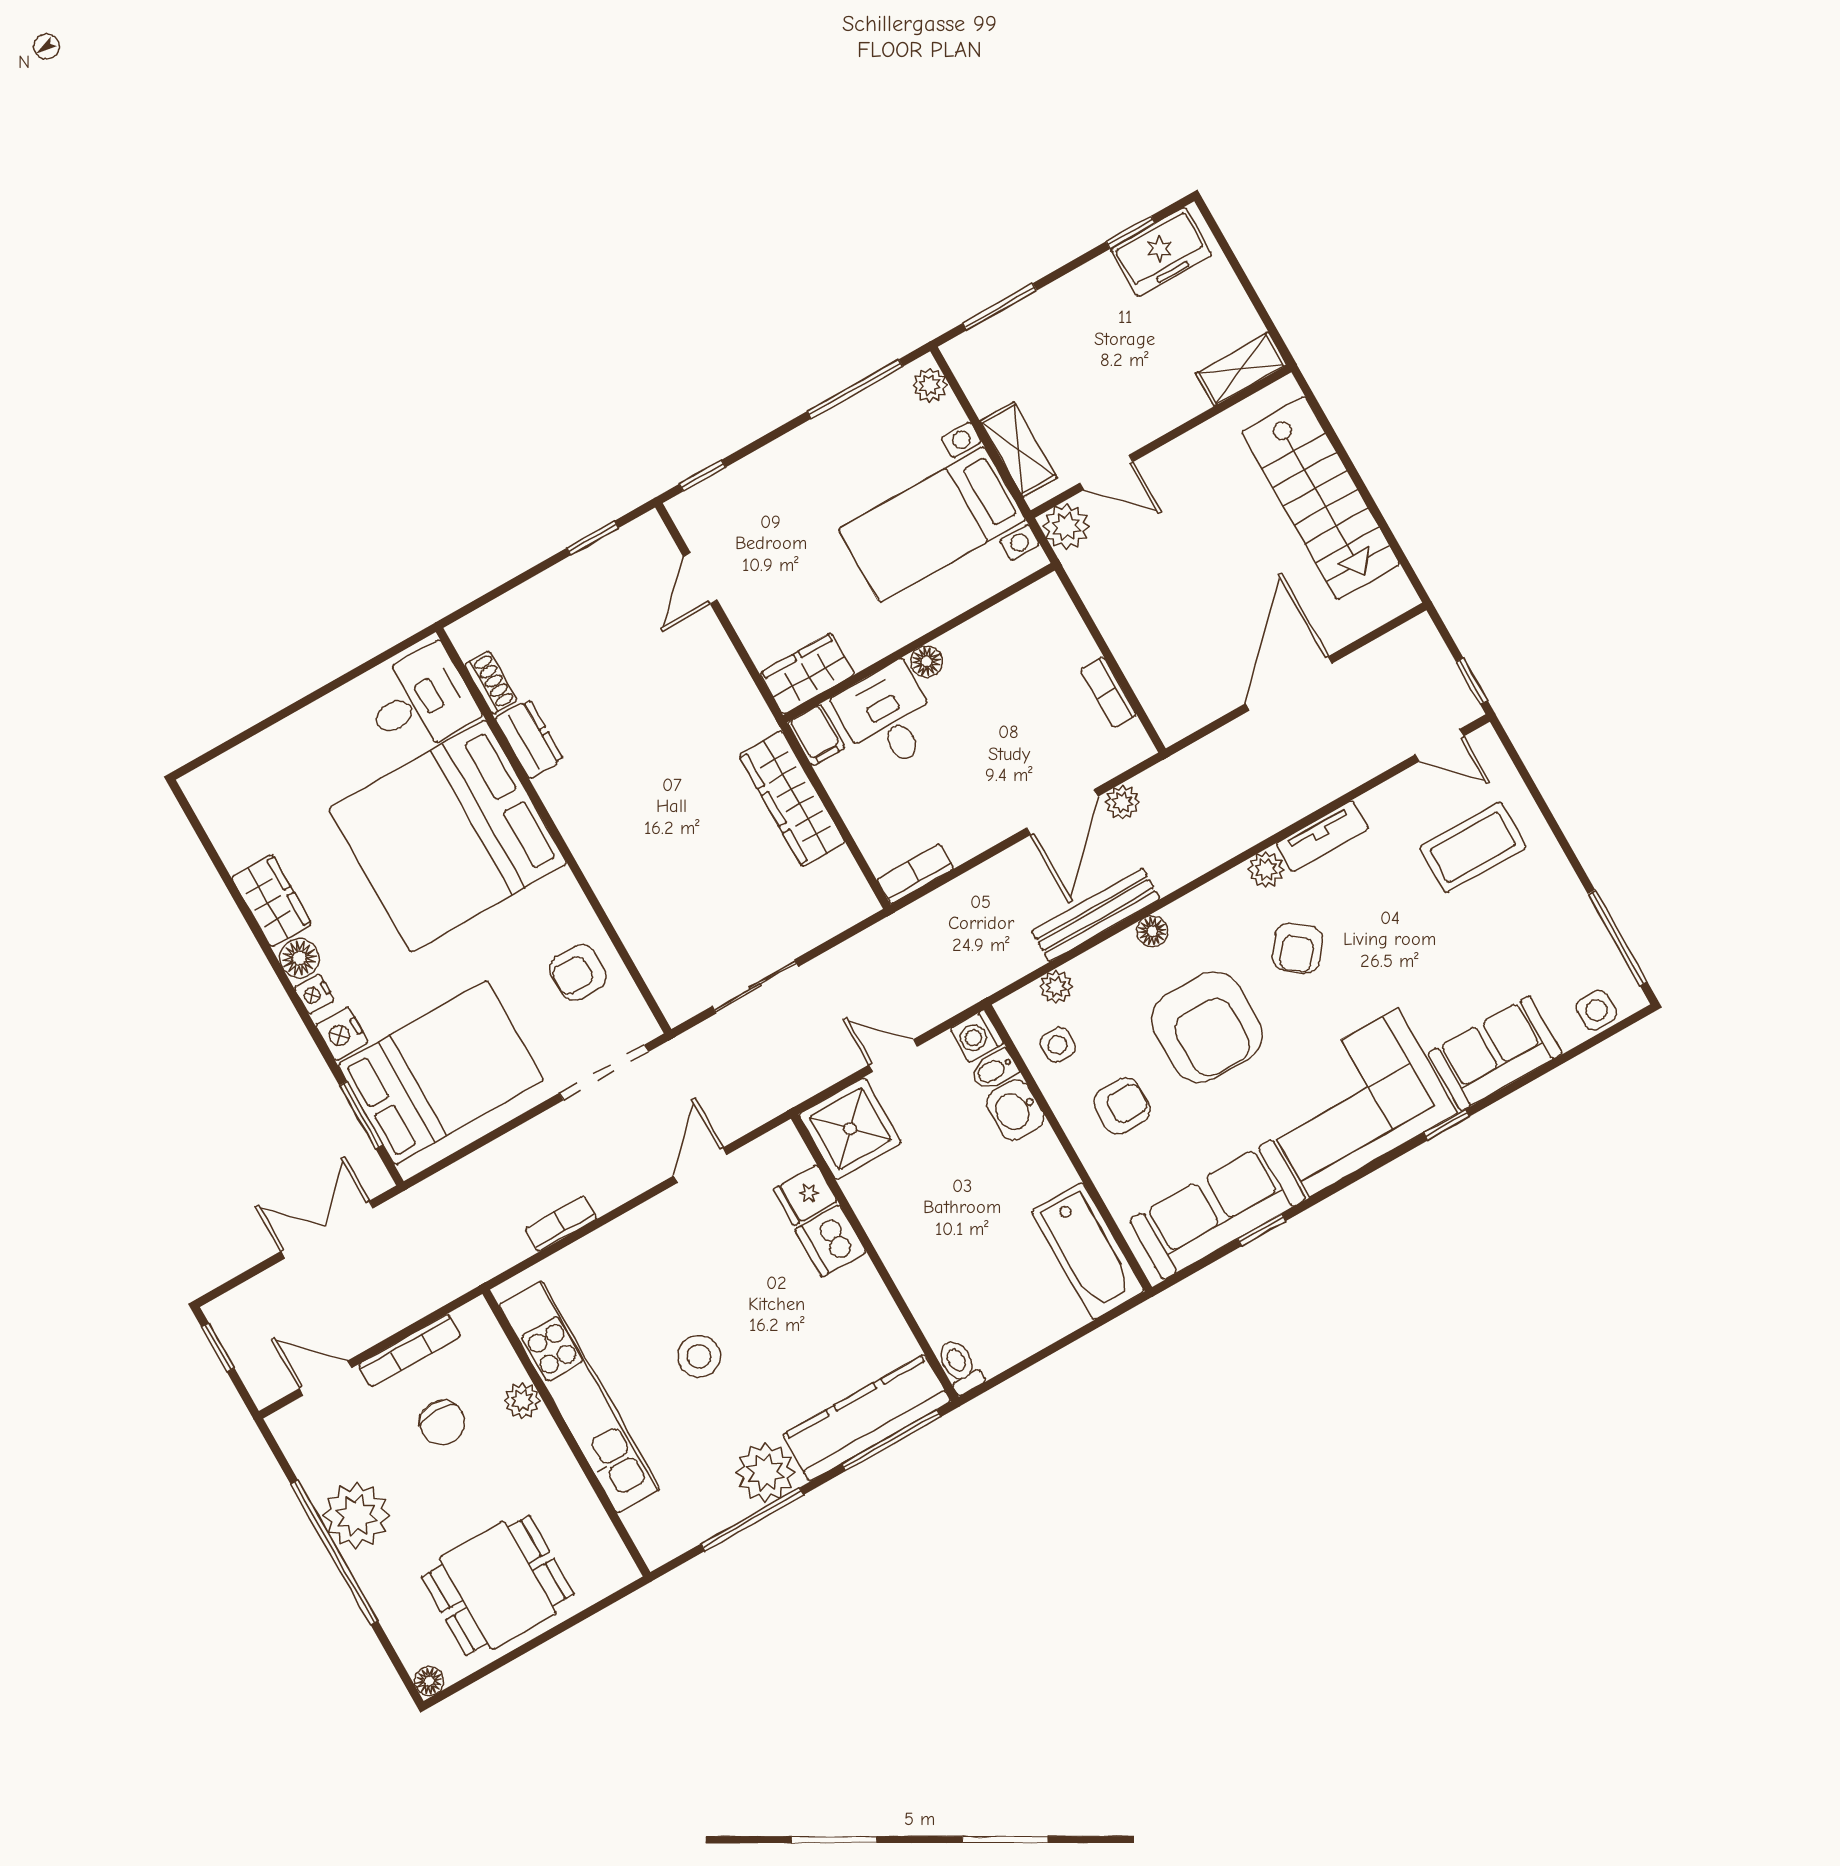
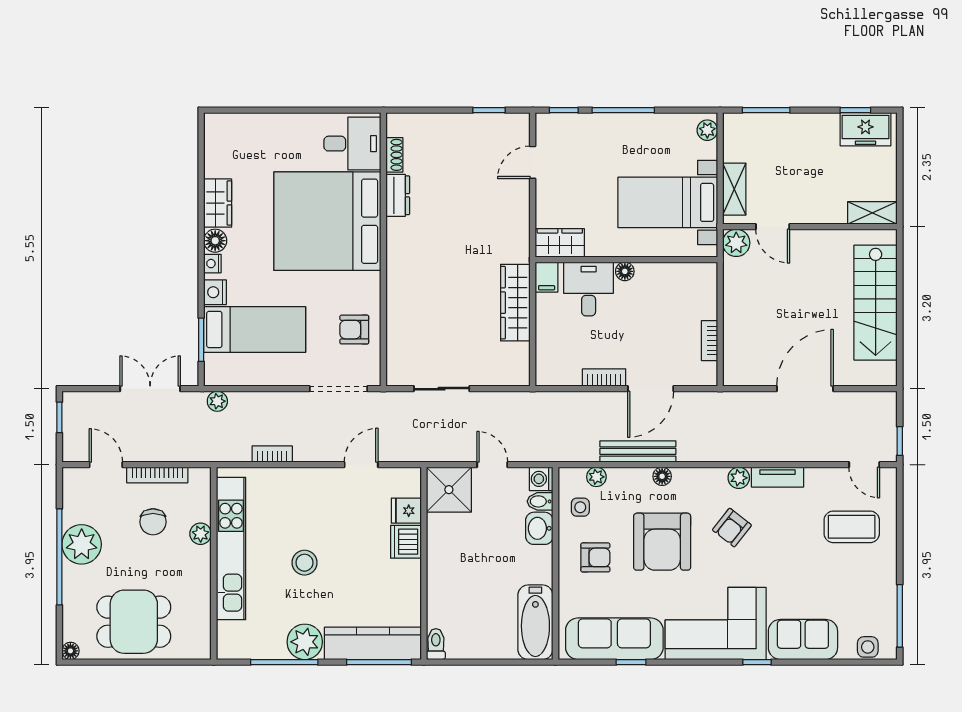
window: (855, 389) -> (623, 110), moved
plant: (1122, 802) -> (217, 401), moved
bookcase: (915, 874) -> (604, 377), moved
bed: (441, 1072) -> (255, 329), width x0.67

